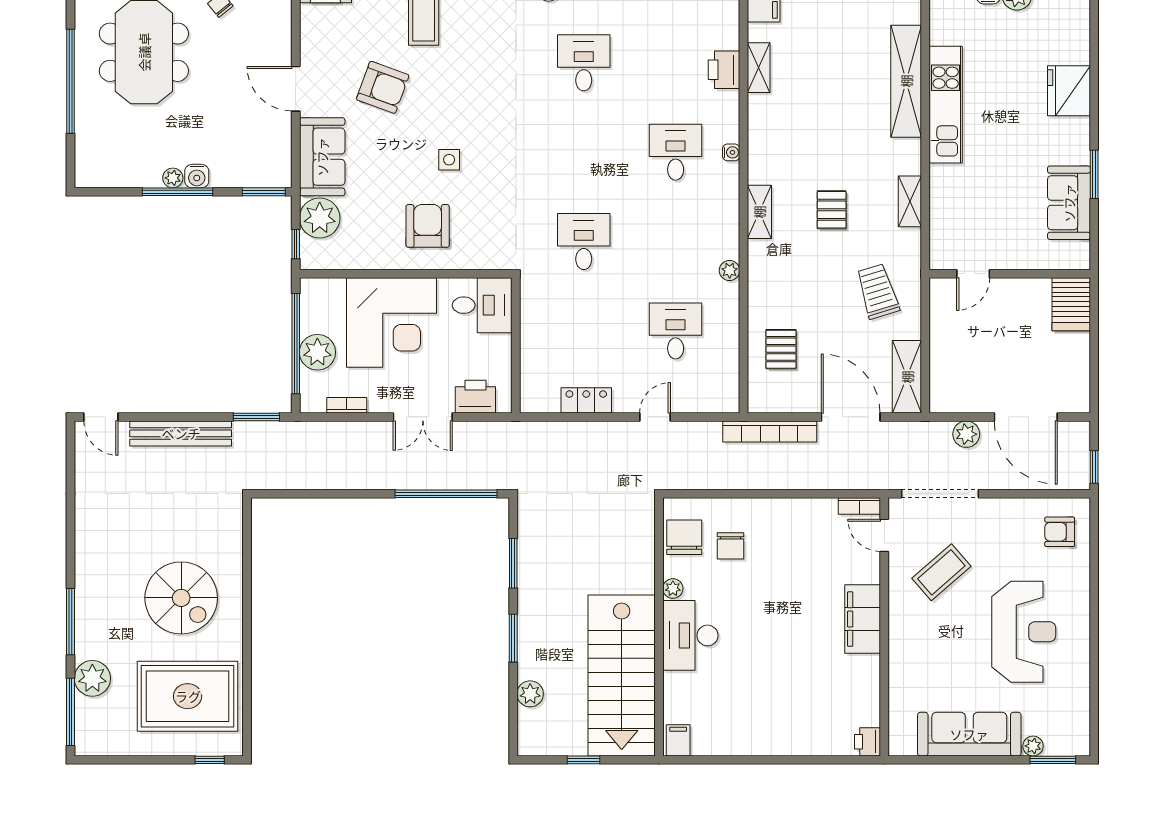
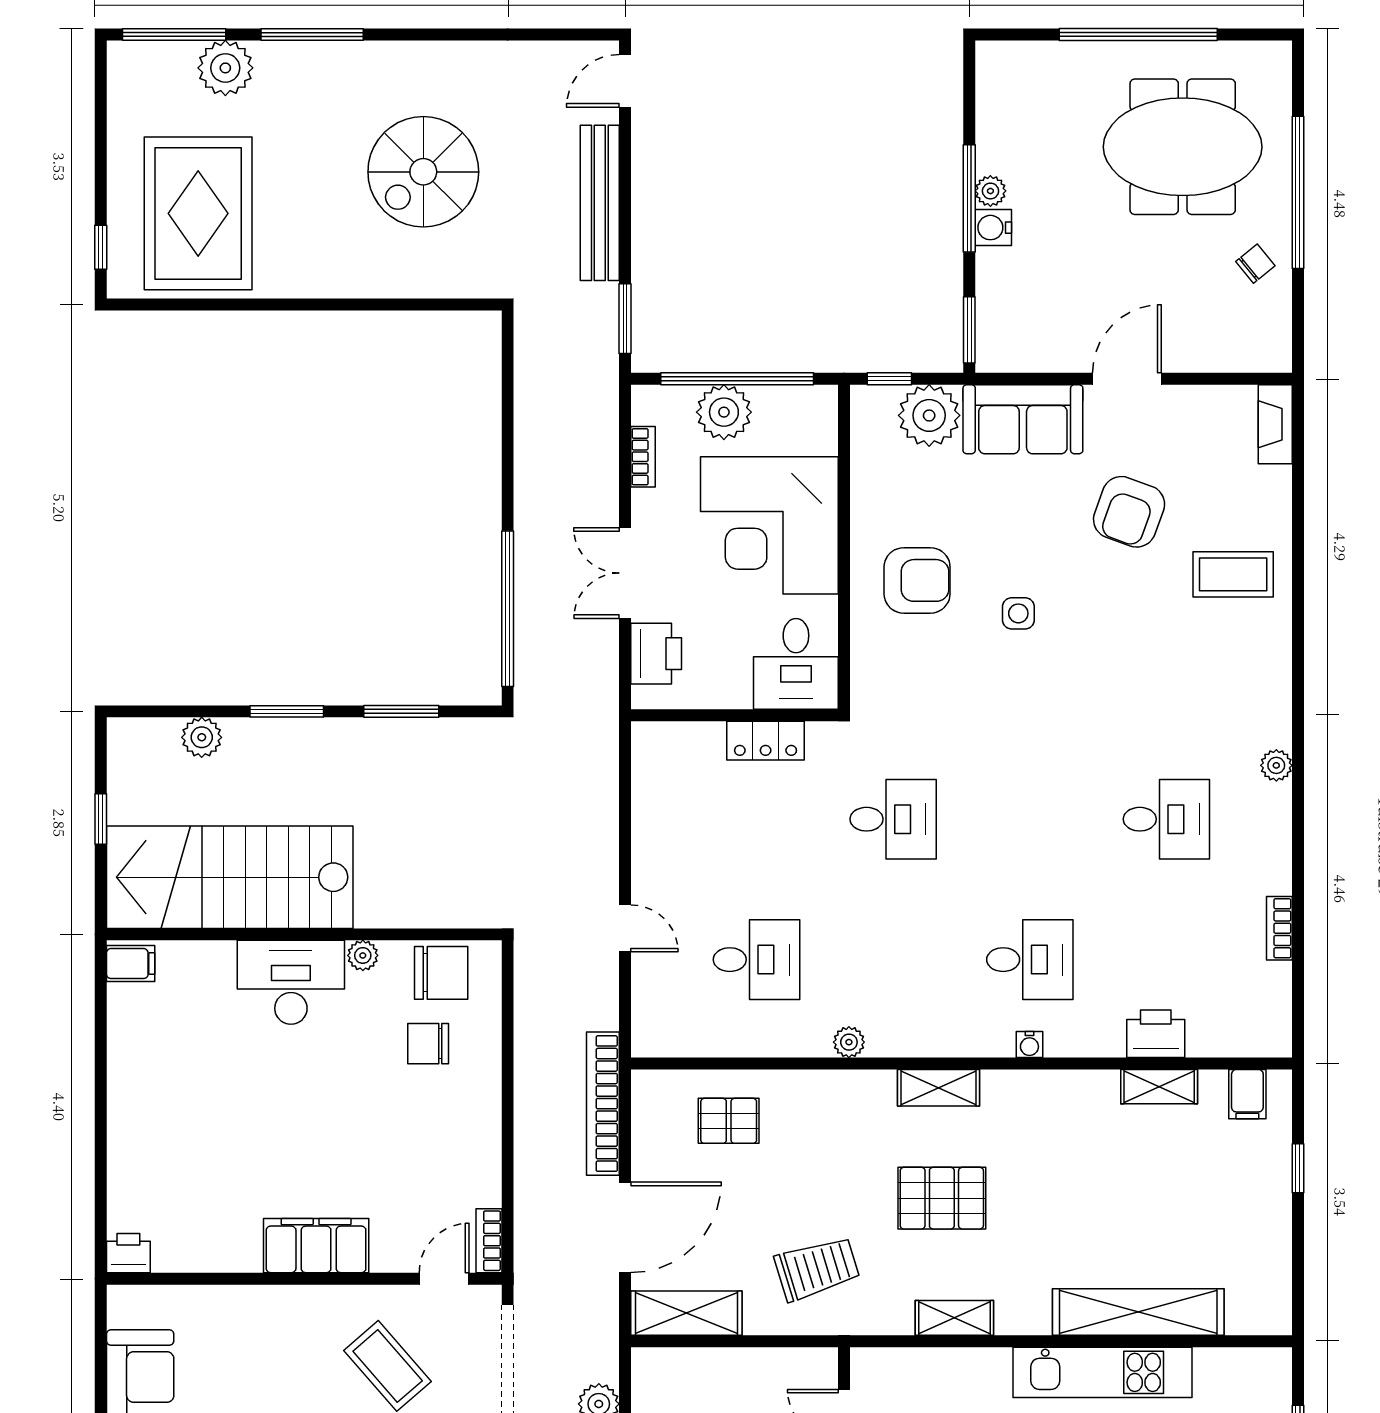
pallet: (832, 210) -> (942, 1198), width x1.50, depth x1.42
locker: (586, 400) -> (766, 741), moved, turned 90
spiral stairs: (181, 598) -> (423, 172), moved

